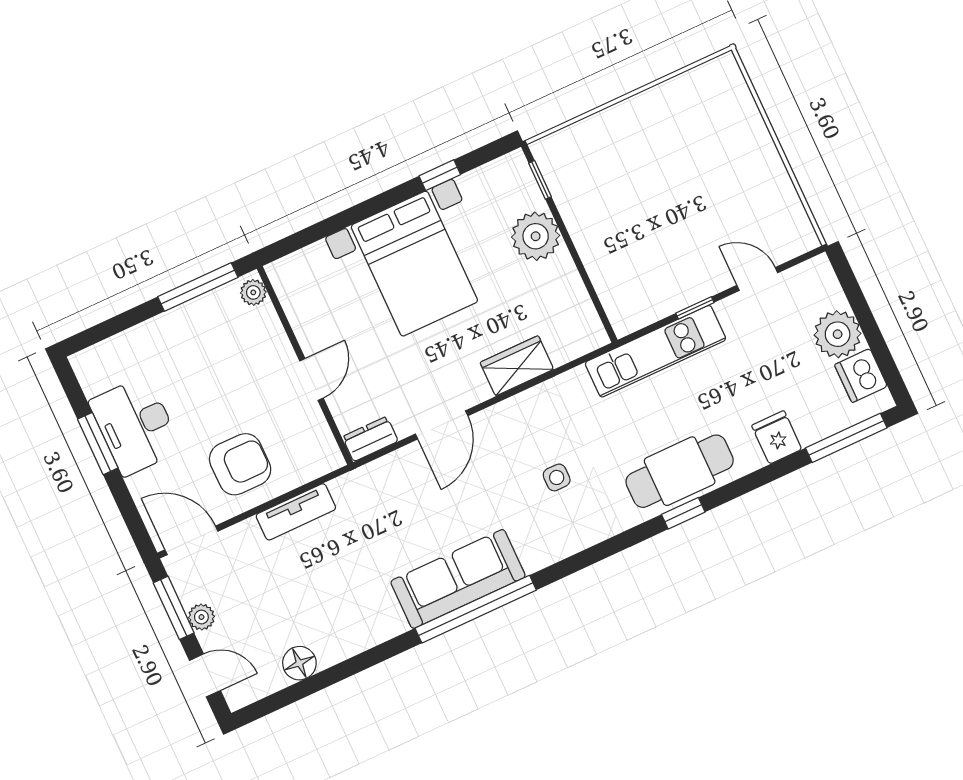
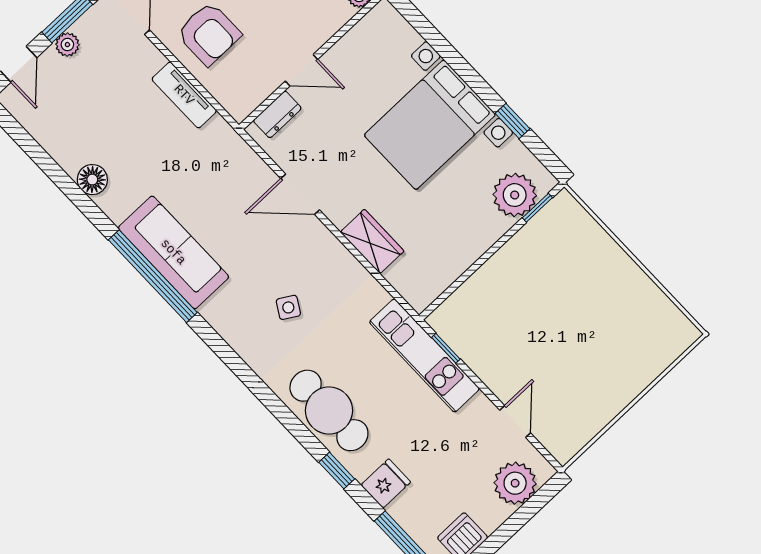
plant: (536, 236) -> (515, 195), moved
window: (695, 308) -> (446, 348), moved
plant: (838, 334) -> (515, 483), moved
dresser: (370, 439) -> (277, 114), moved, turned 90
side table: (557, 477) -> (288, 307), turned 31
window: (683, 513) -> (337, 471), moved
floor lamp: (299, 663) -> (92, 180), moved

